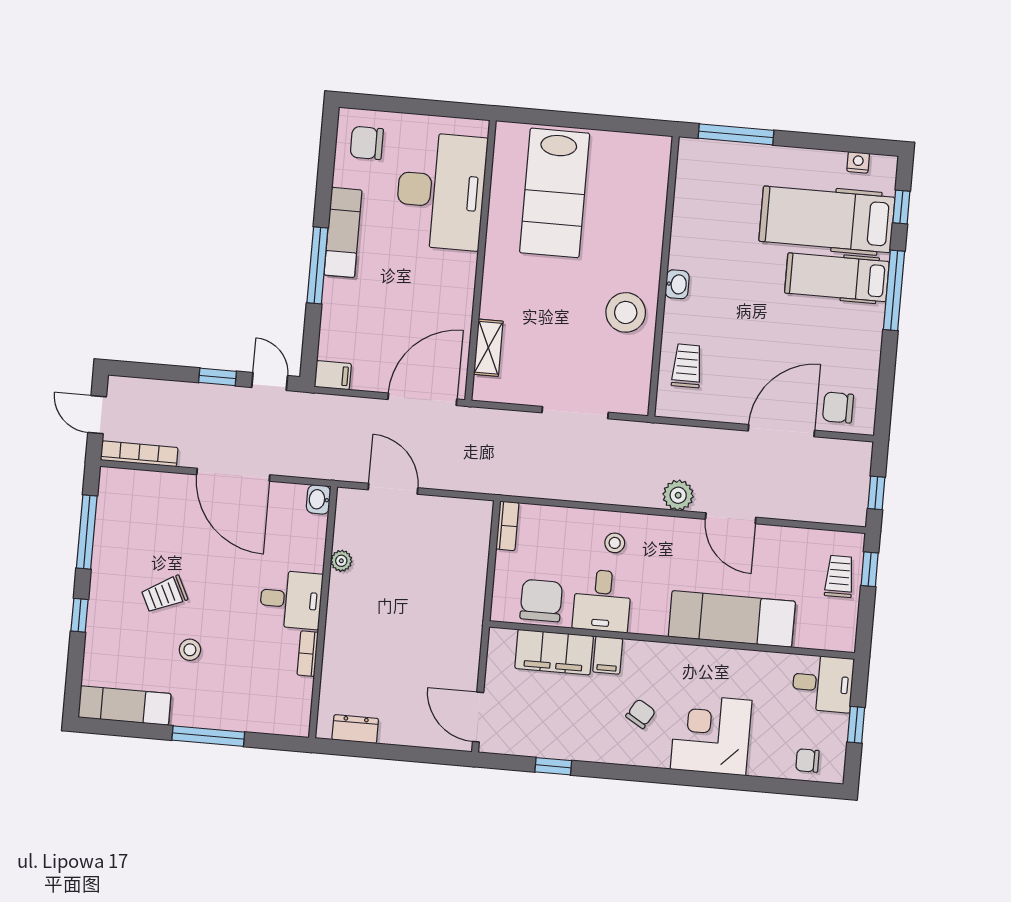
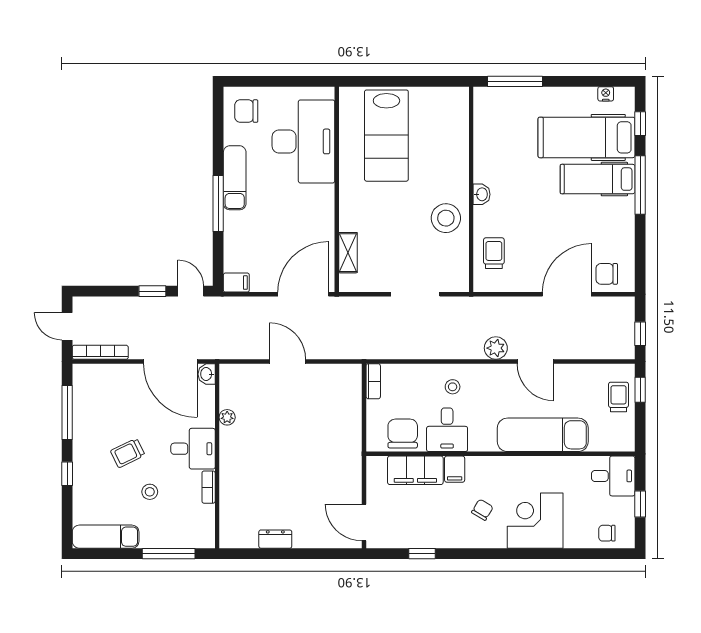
washbasin: (319, 499) -> (207, 374), moved
plant: (341, 561) -> (227, 417), moved
desk: (291, 600) -> (193, 449), moved
wall: (323, 612) -> (217, 456), moved
bookcase: (308, 654) -> (209, 487), moved

